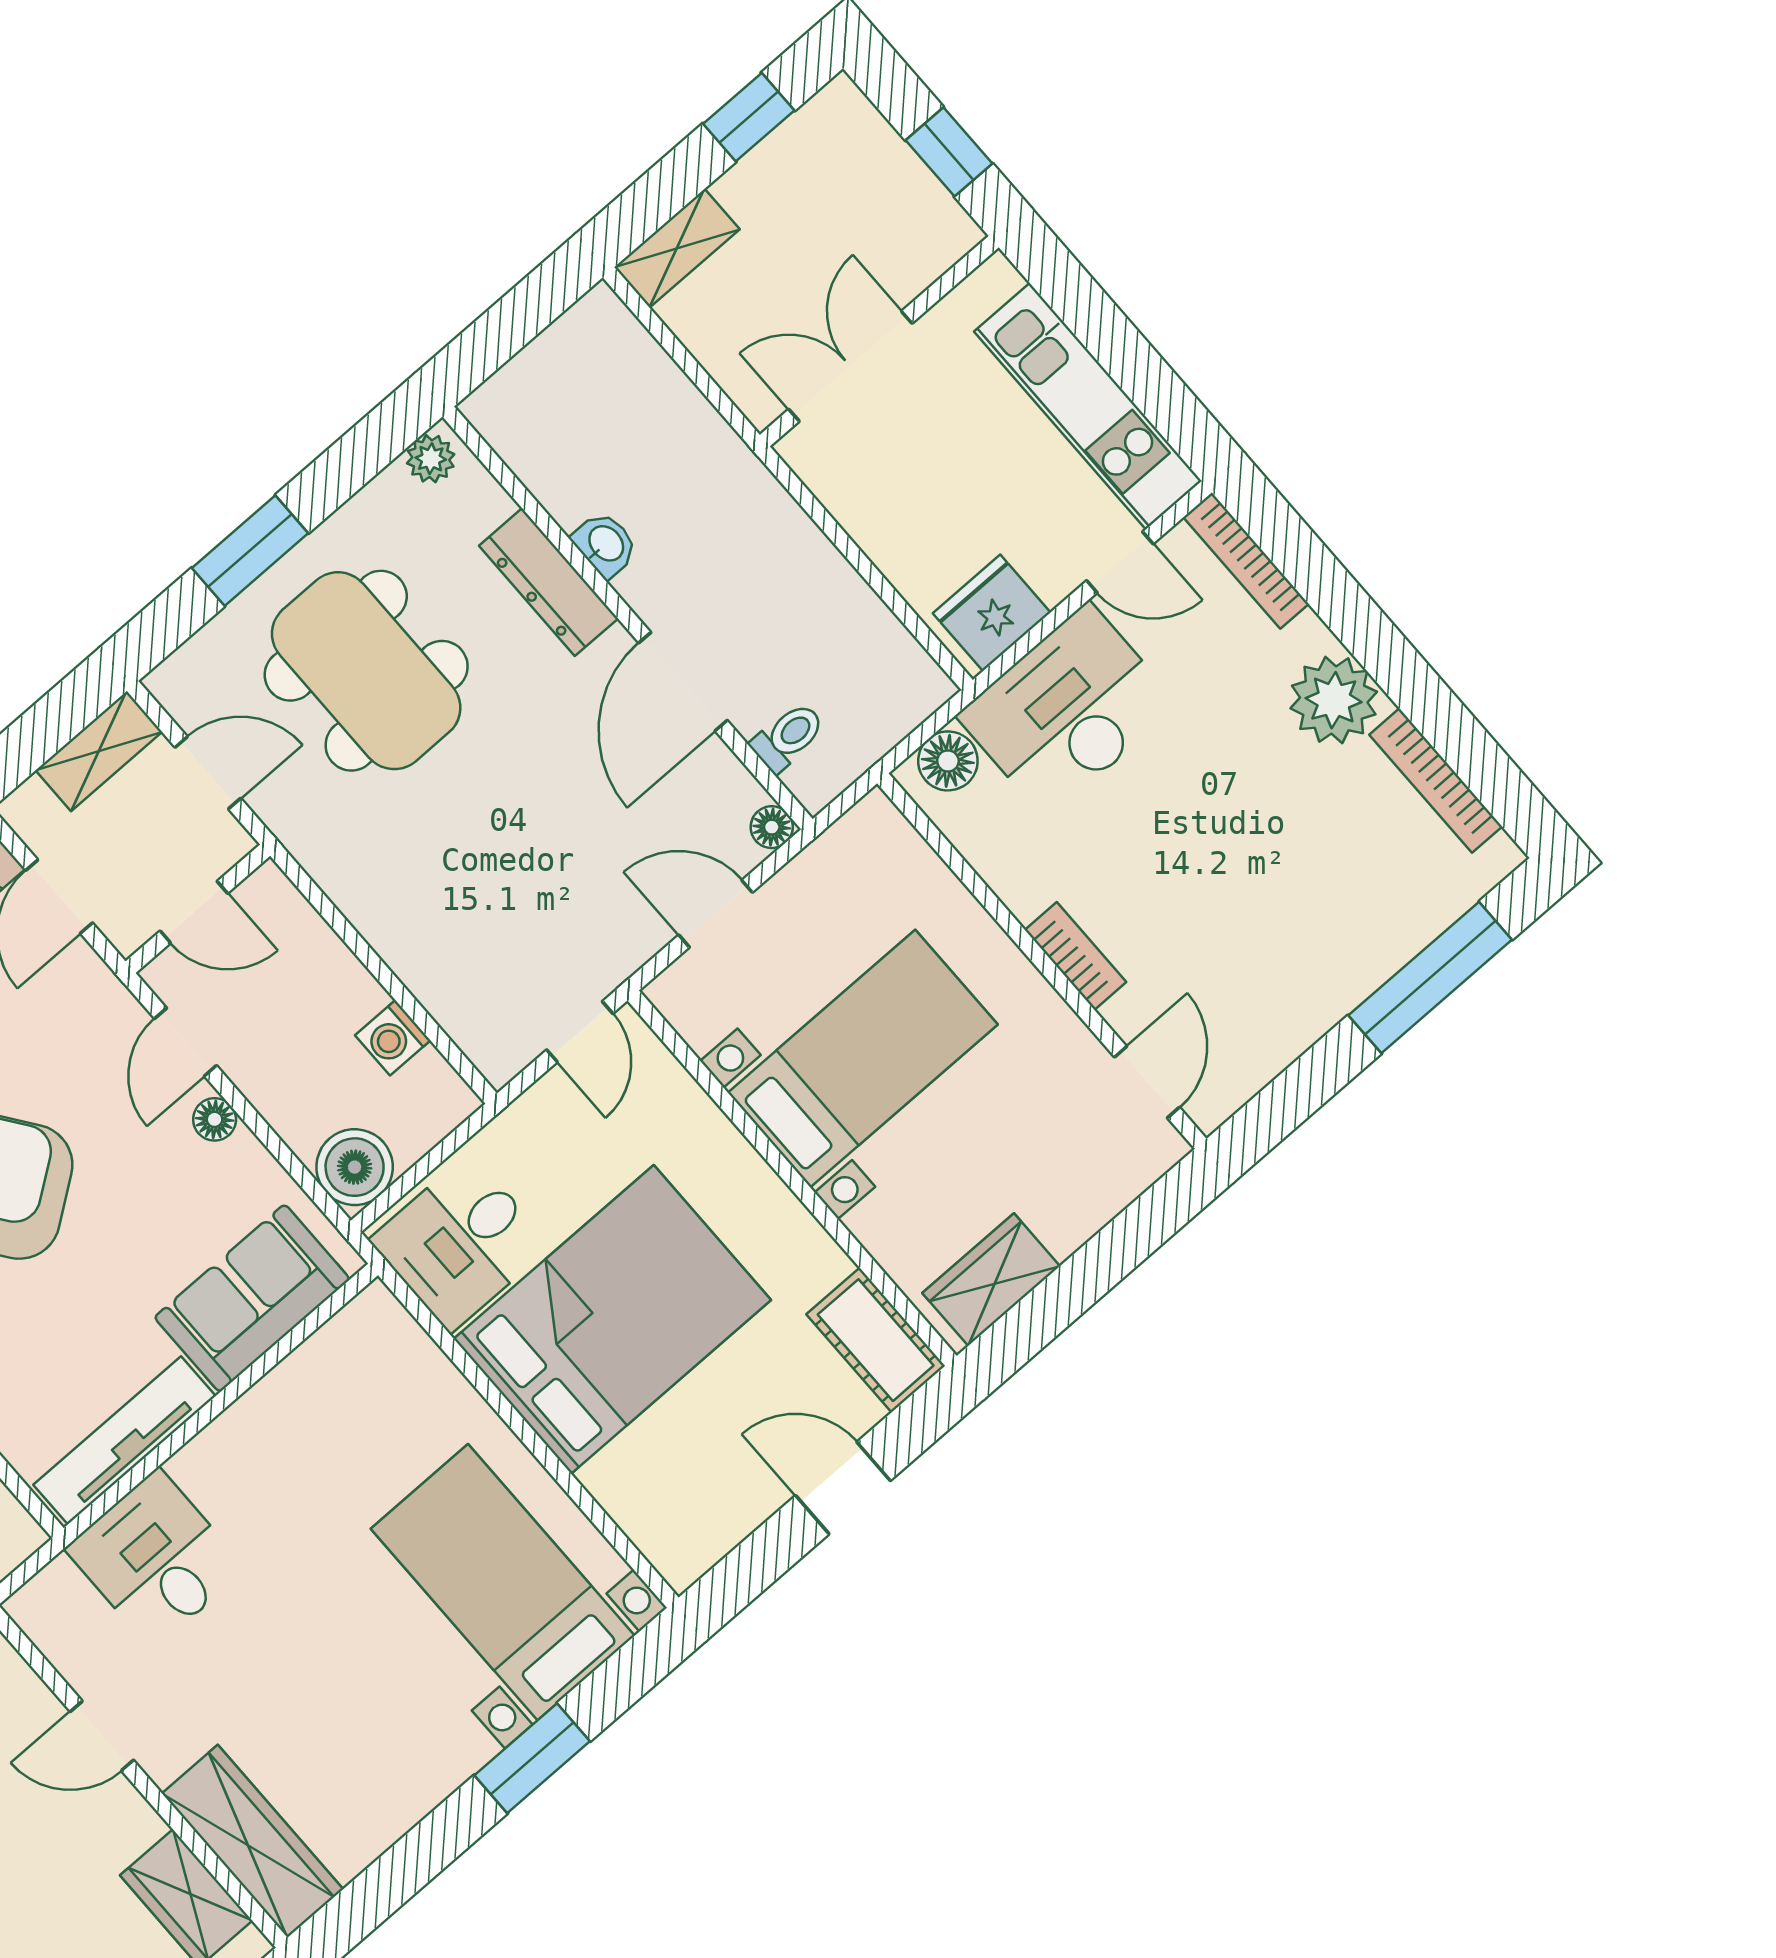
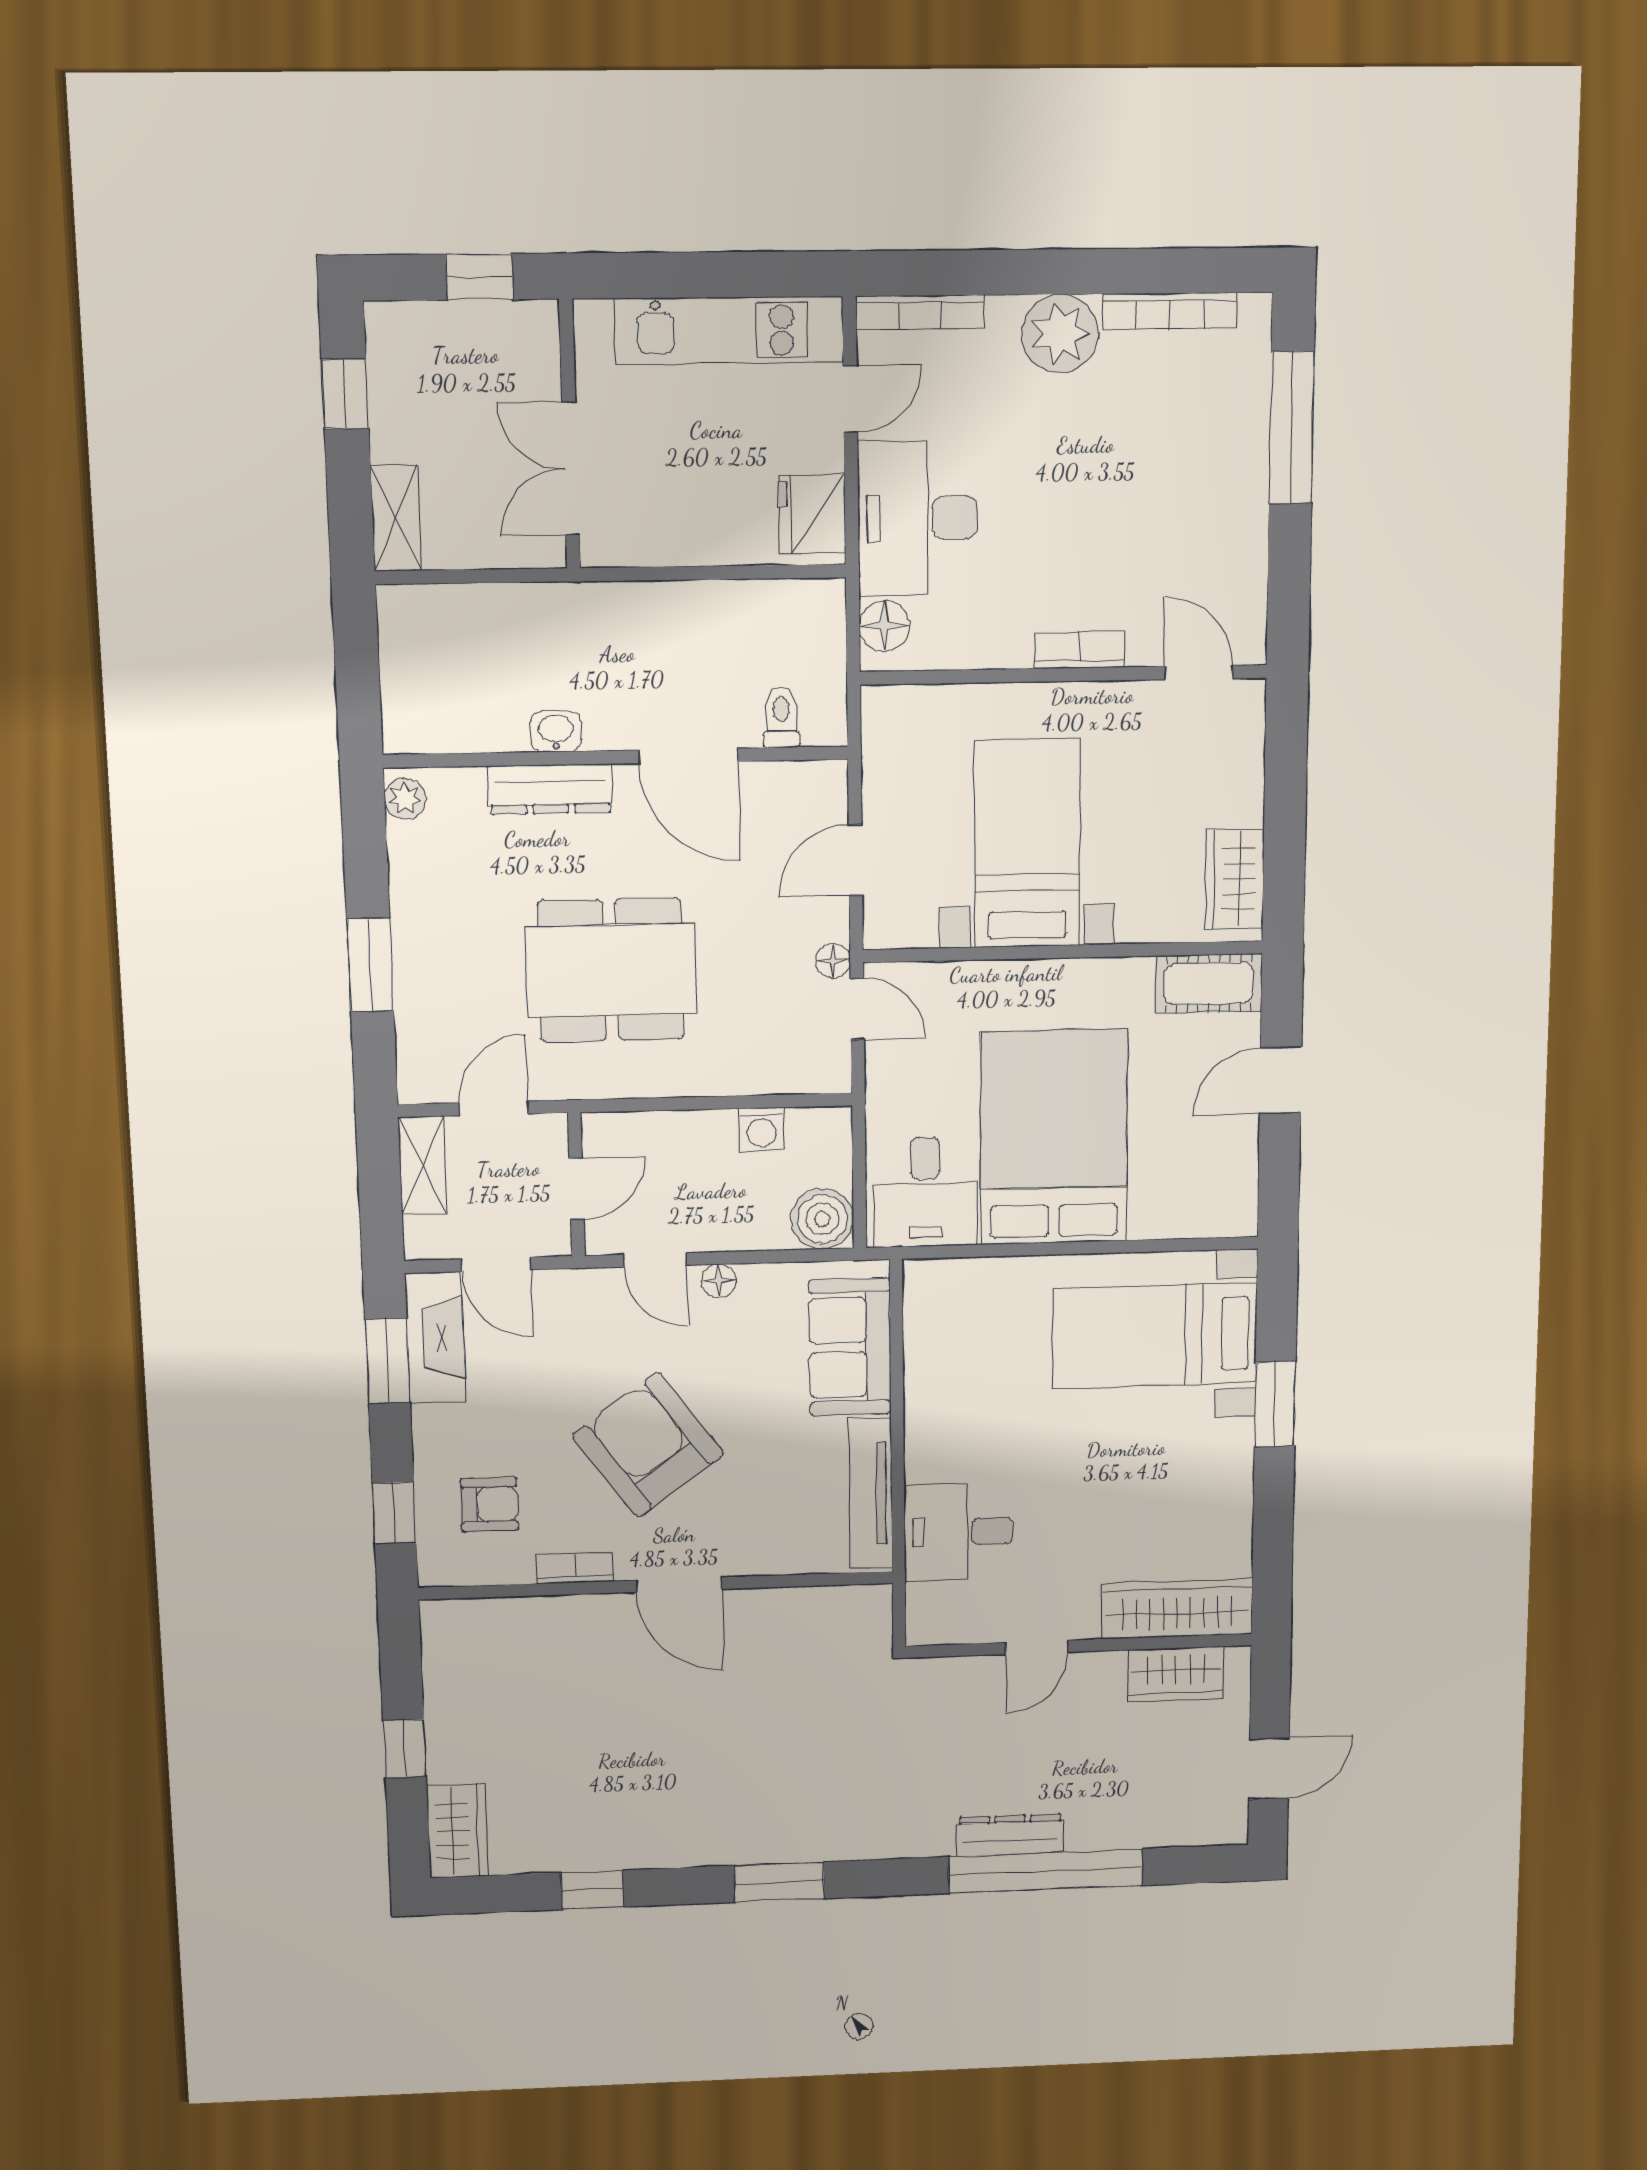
dining table: (366, 671) -> (611, 970), moved
floor lamp: (772, 827) -> (833, 961), moved

